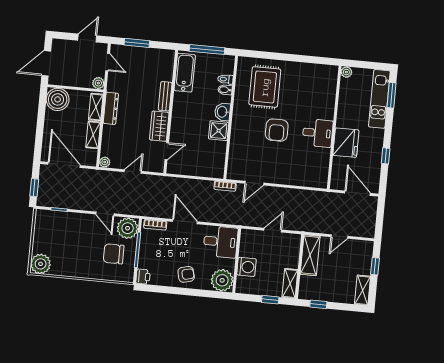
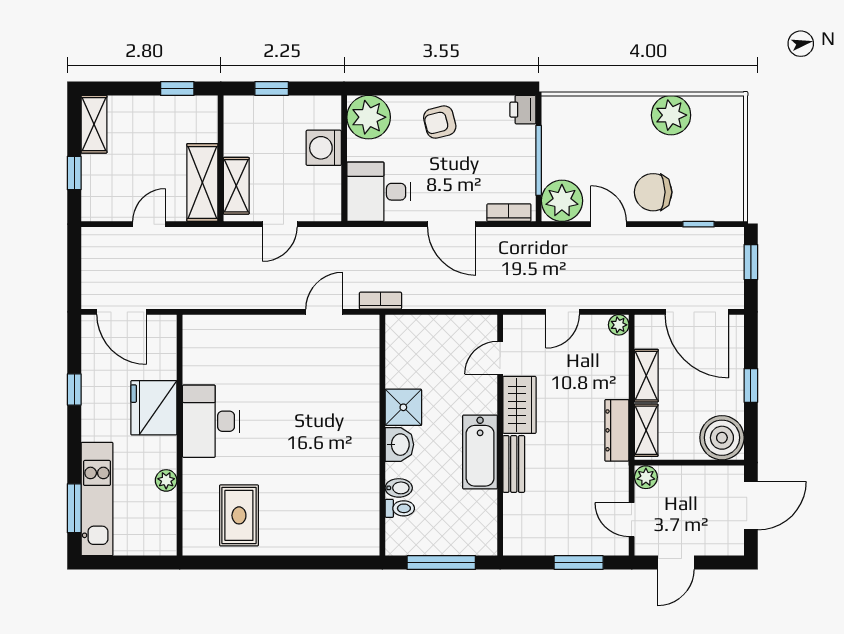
plant: (346, 72) -> (166, 480), moved
bathtub: (185, 73) -> (480, 452), moved
rug: (265, 87) -> (239, 515), moved, width x0.73, depth x0.70
window: (40, 125) -> (751, 385), added
armchair: (277, 130) -> (291, 419), removed
desk: (318, 133) -> (211, 421), width x1.37
chair: (114, 254) -> (653, 192), moved, turned 180
plant: (41, 264) -> (671, 115), moved
shelving: (290, 283) -> (236, 186), moved

